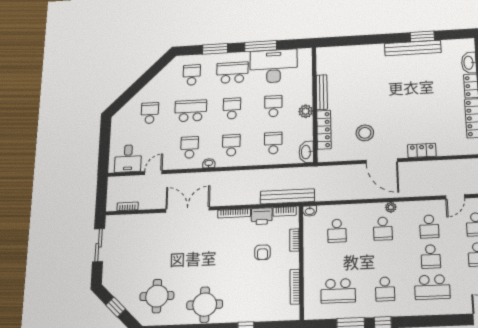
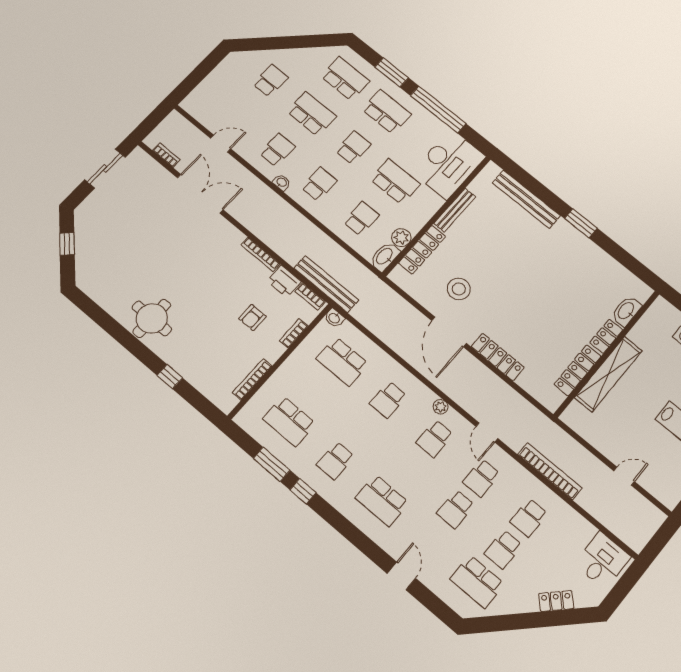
window: (422, 36) -> (581, 223), moved
window: (261, 46) -> (438, 110), width x1.46
bench: (413, 48) -> (526, 199), moved
desk: (274, 66) -> (449, 164), moved, turned 90
school desk: (192, 75) -> (345, 79), width x1.85
school desk: (273, 106) -> (395, 182), width x1.85
plant: (306, 111) -> (401, 238), moved
locker: (422, 150) -> (498, 357), width x1.53
desk: (128, 158) -> (209, 108), removed
door: (455, 197) -> (487, 432), hinge flipped
plant: (391, 207) -> (441, 407), moved
double door: (188, 210) -> (200, 194), moved
school desk: (337, 231) -> (342, 361), width x1.85
school desk: (431, 256) -> (408, 469), removed
round table: (157, 296) -> (115, 269), removed

